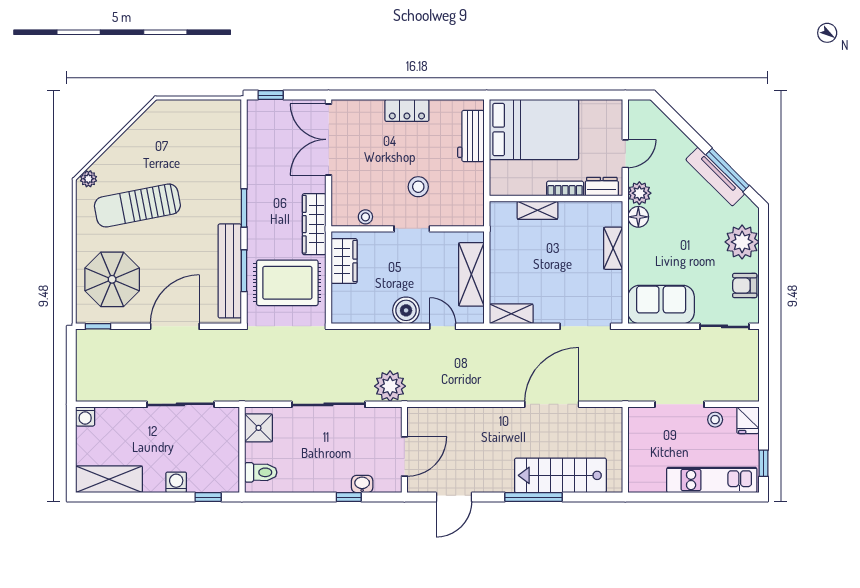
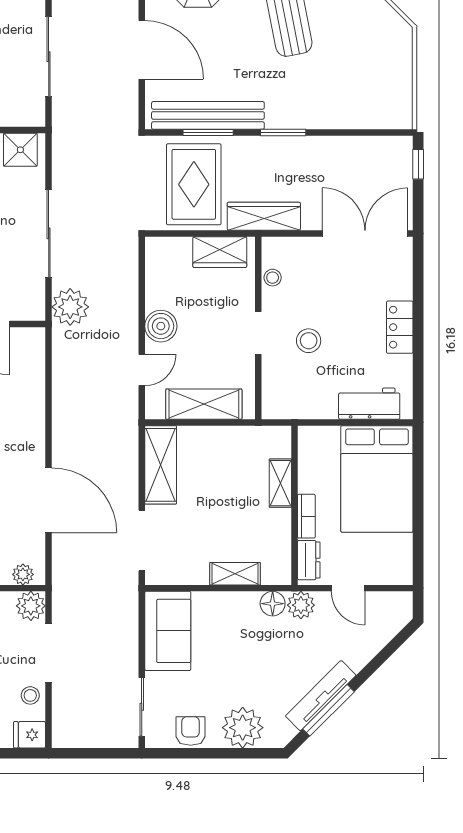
shelving: (511, 314) -> (161, 465), width x1.50, depth x1.33
plant: (640, 419) -> (31, 606), added
plant: (614, 426) -> (23, 574), added

